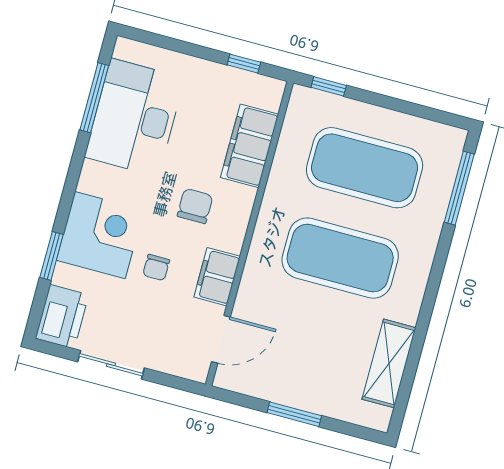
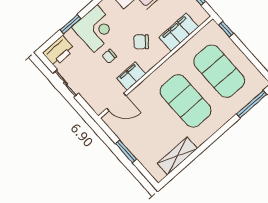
chair: (195, 206) -> (141, 42), turned -139

